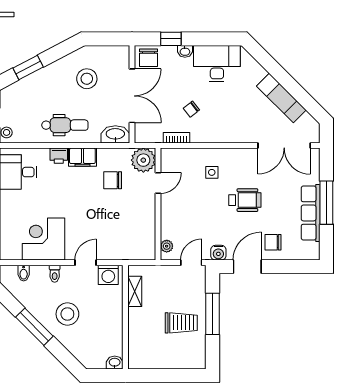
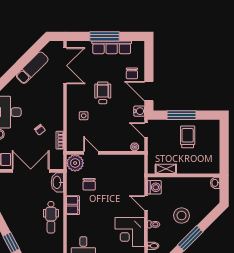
stool: (87, 79) -> (19, 202), removed
dental chair: (65, 125) -> (51, 217), turned 180
printer: (59, 156) -> (72, 221), removed

